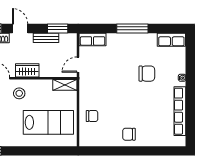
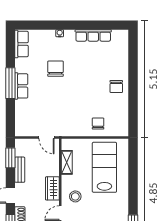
row of seats: (93, 39) -> (21, 86), moved
shelving: (65, 85) -> (67, 162), moved
row of seats: (180, 111) -> (93, 35), width x0.73

